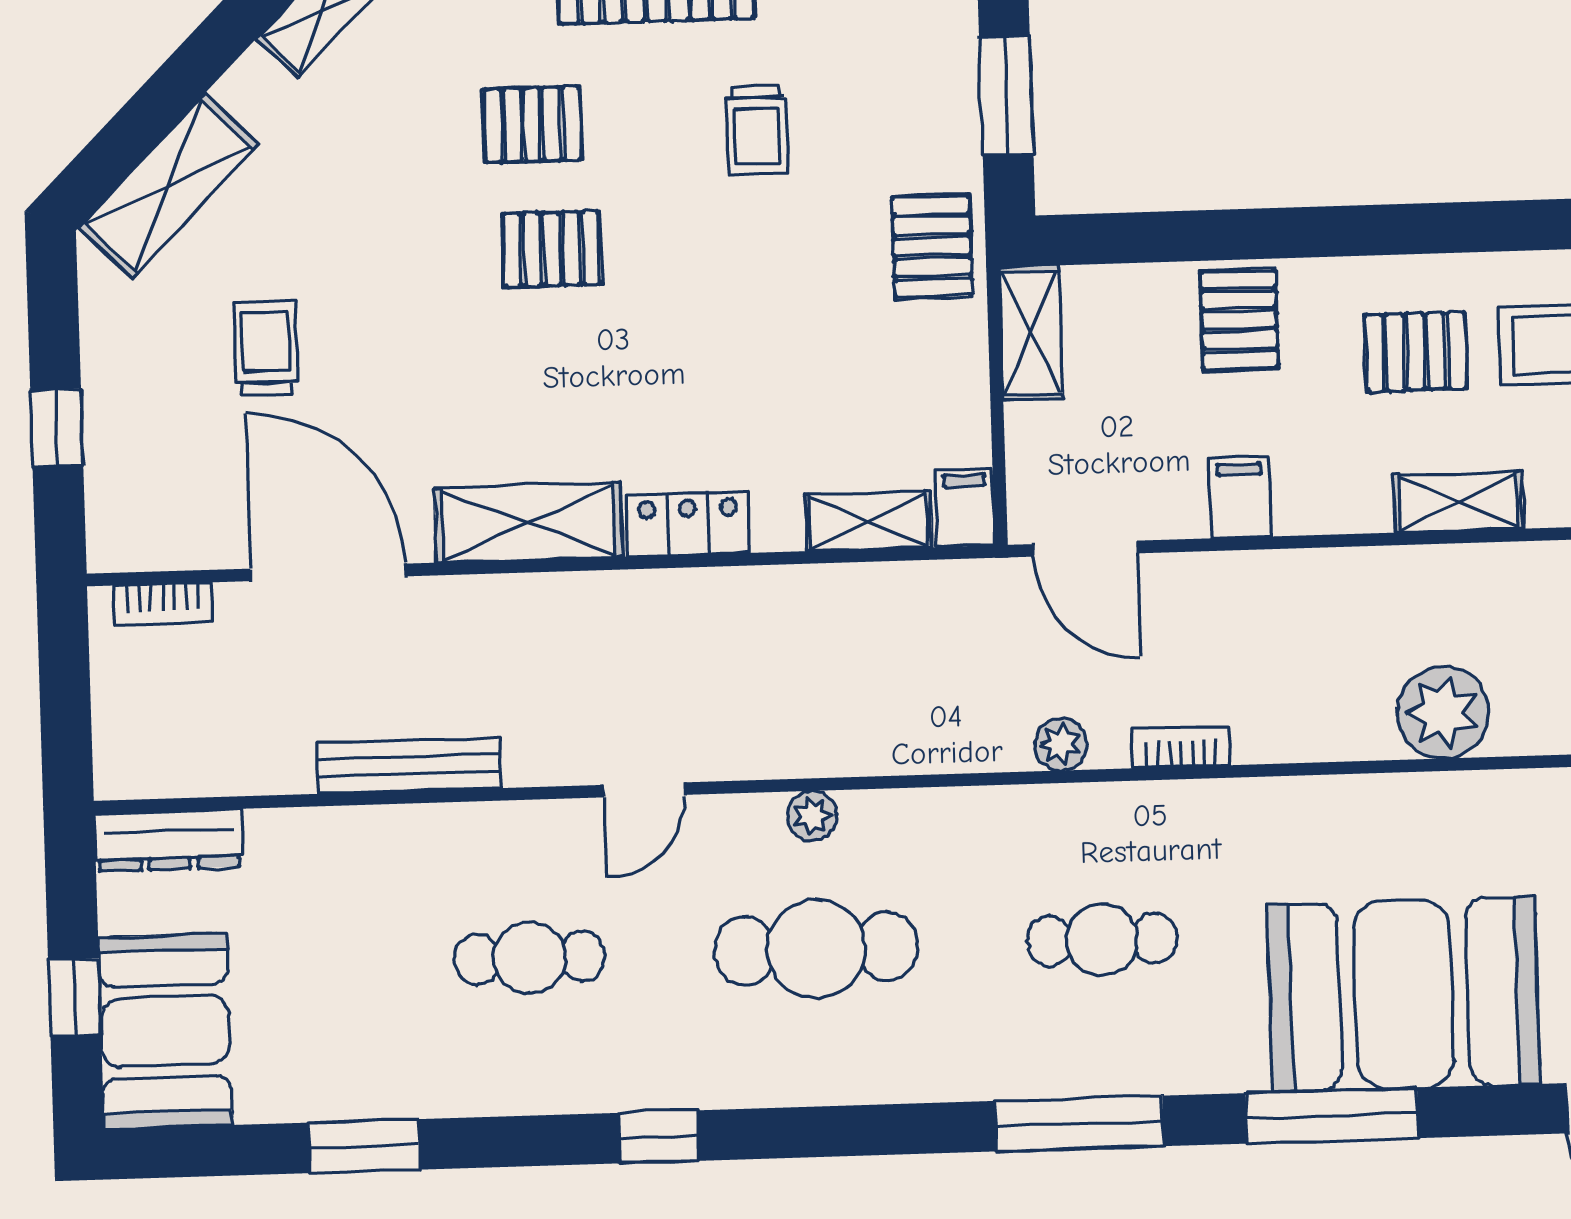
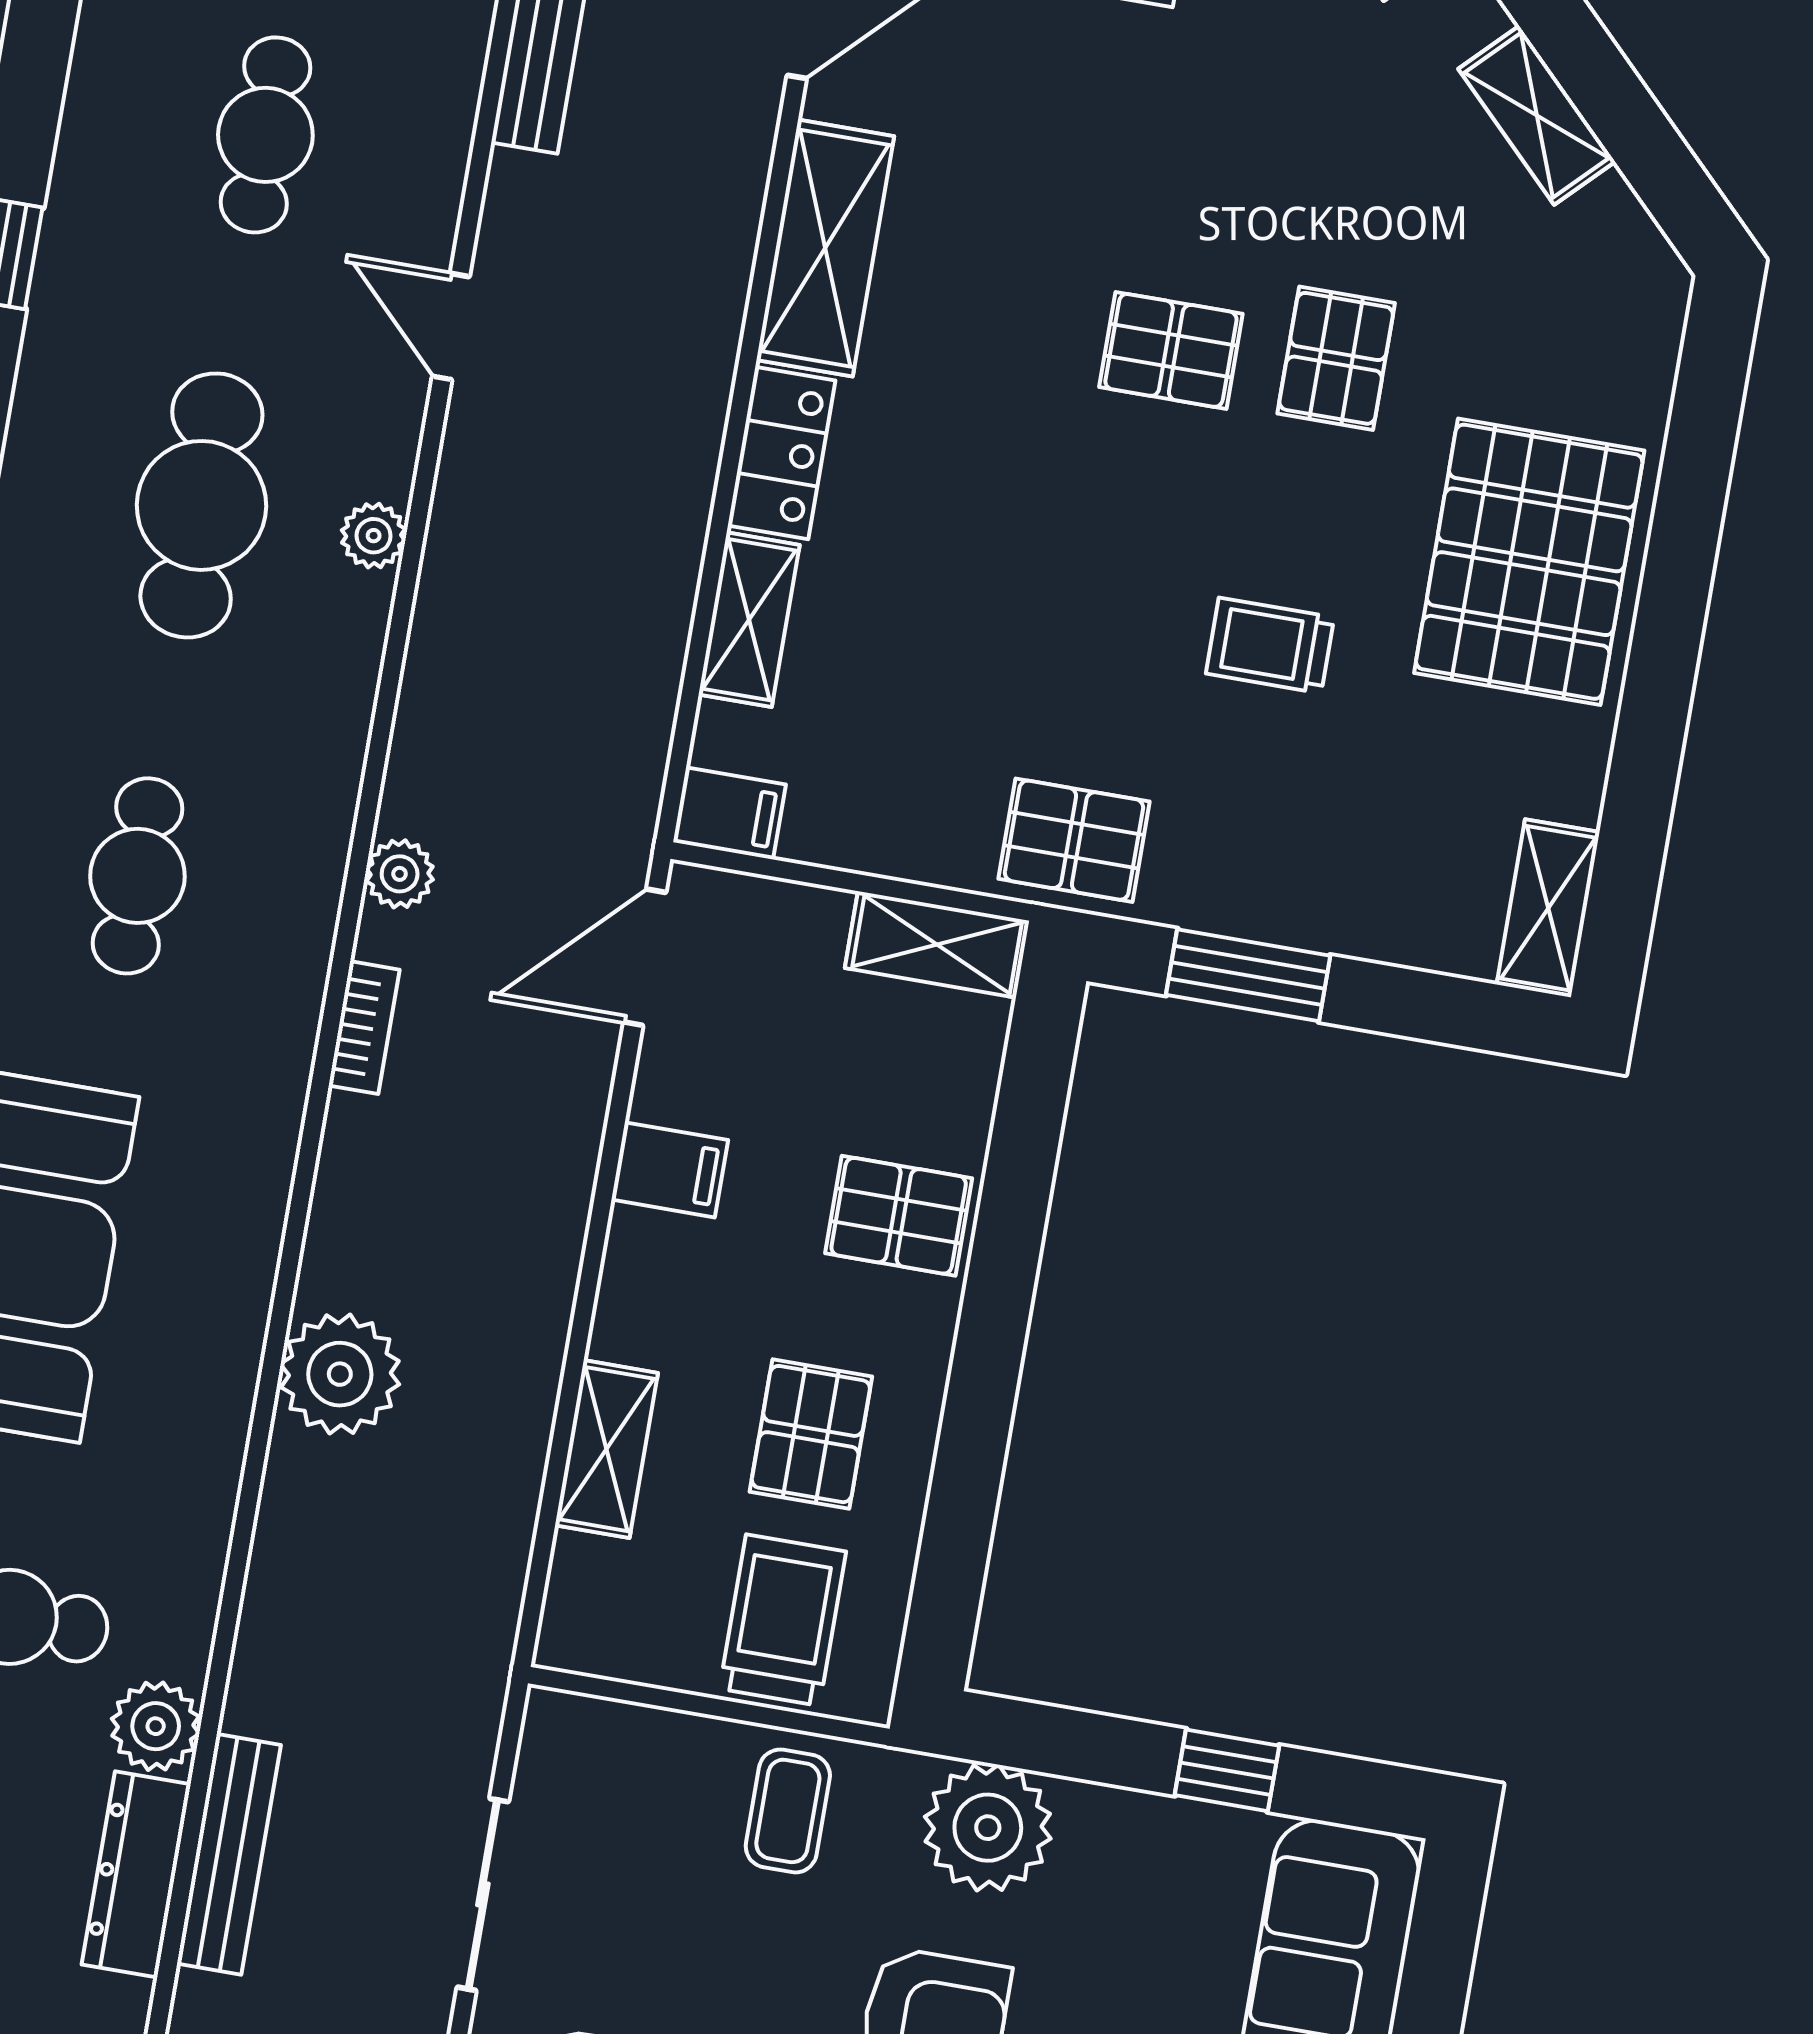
pallet: (552, 249) -> (1171, 350), turned 90
shelving: (868, 521) -> (749, 620), moved

